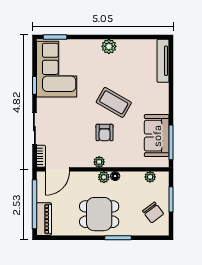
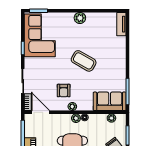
tv unit: (163, 61) -> (121, 24), width x0.71
armchair: (105, 132) -> (64, 91), moved
sofa: (157, 136) -> (110, 101), moved, turned 90
door: (57, 169) -> (40, 112), swing flipped

